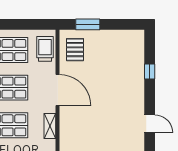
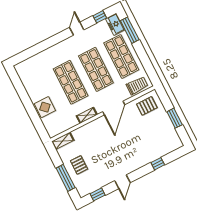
window: (88, 24) -> (175, 118), moved

